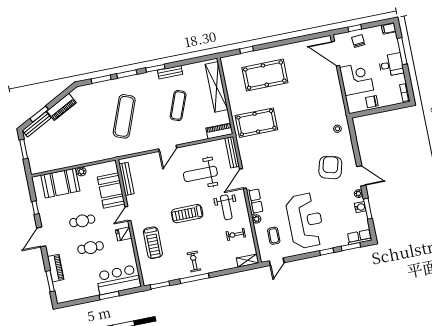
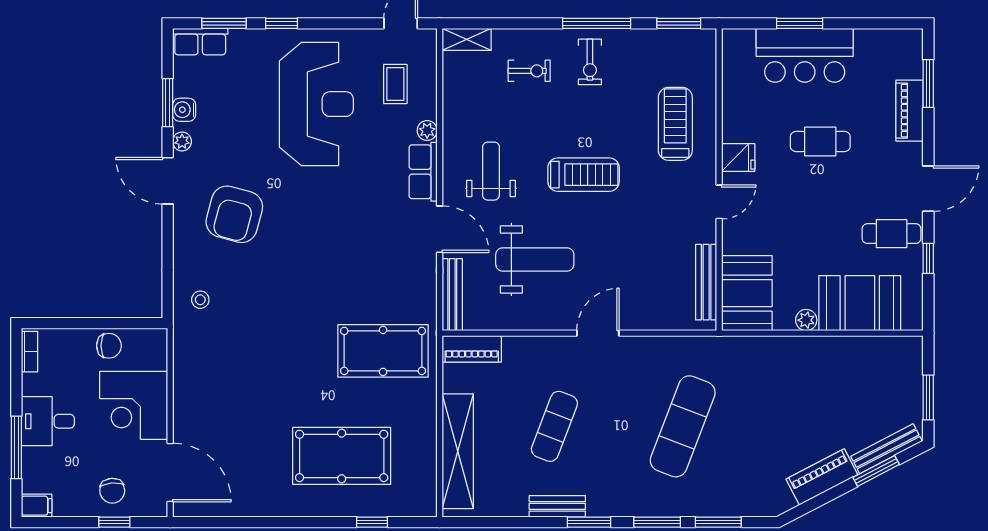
door: (243, 179) -> (440, 229), hinge flipped
booth: (111, 190) -> (747, 293), moved
cafe table: (82, 221) -> (892, 234), moved
reception desk: (305, 221) -> (316, 104), turned 180
exercise bike: (236, 234) -> (529, 71), moved
bar counter: (118, 280) -> (805, 55), moved

